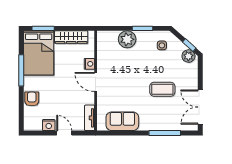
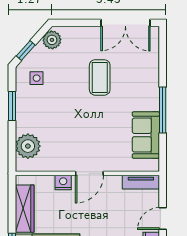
plant: (127, 39) -> (28, 146), moved
window: (189, 45) -> (26, 50), moved
window: (165, 133) -> (163, 110), moved

